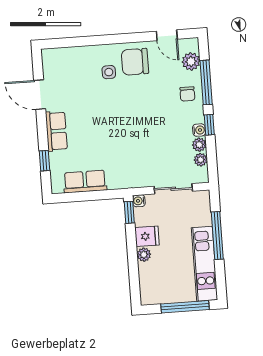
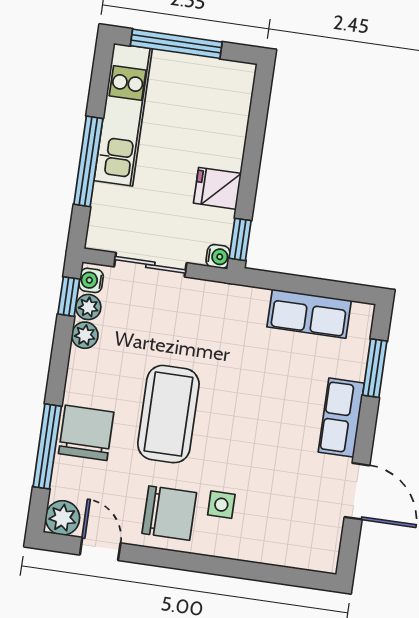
plant: (191, 61) -> (63, 518), moved
chair: (187, 94) -> (86, 433), width x1.87, depth x1.87
coffee table: (147, 113) -> (168, 414), added
window: (209, 125) -> (69, 297), moved
water cooler: (199, 130) -> (91, 280), moved
window: (45, 161) -> (375, 368), width x1.50
plant: (144, 255) -> (231, 156), removed

